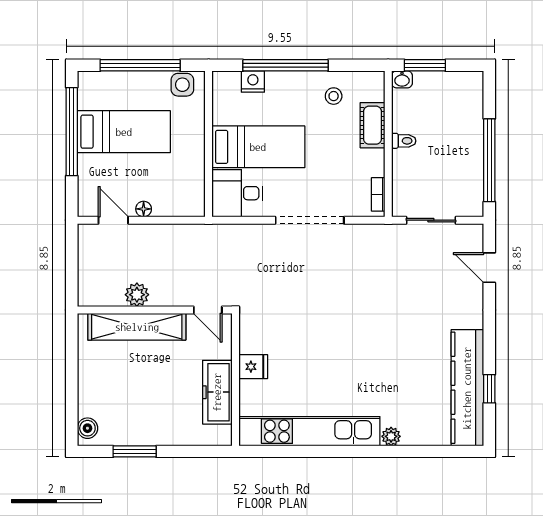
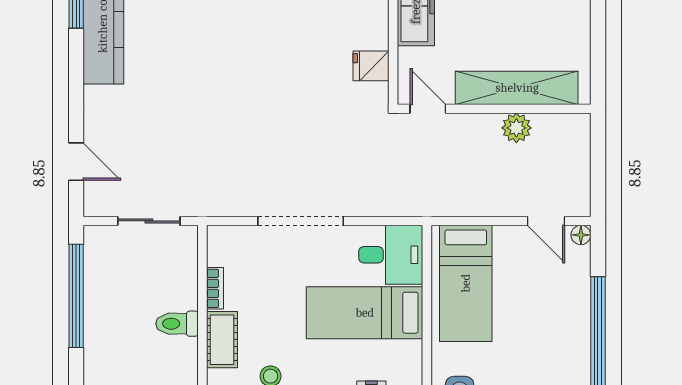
bed: (124, 132) -> (466, 283), moved, turned -90
toilet: (404, 141) -> (177, 324), width x1.37, depth x1.39
bookcase: (378, 194) -> (215, 288), moved
floor lamp: (144, 209) -> (581, 235), moved
fridge: (253, 367) -> (371, 66), moved

